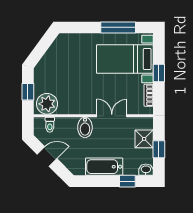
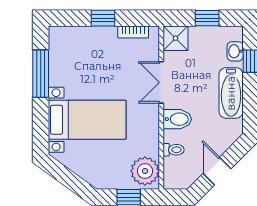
bed with nightstands: (125, 59) -> (87, 120), moved, turned -90
toilet: (50, 125) -> (174, 150), moved
shower: (144, 139) -> (176, 38), moved
washbasin: (146, 170) -> (235, 51), moved

